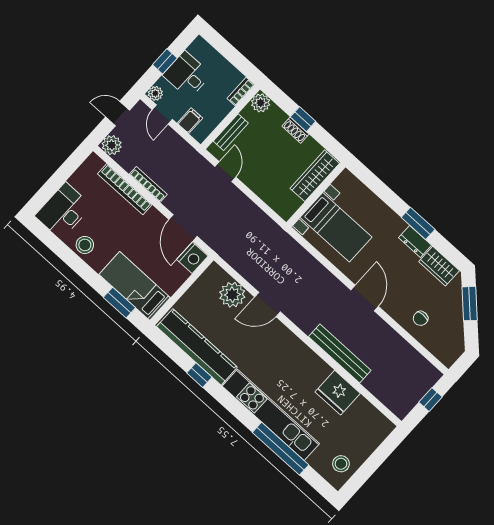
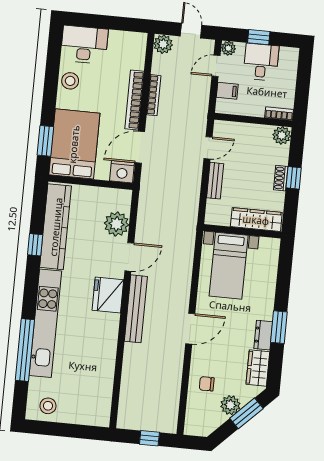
bench: (231, 132) -> (215, 181), moved, turned 90
bookcase: (125, 189) -> (134, 100), moved
bed: (135, 286) -> (74, 144), width x1.50
door: (267, 304) -> (129, 257), swing flipped
plant: (453, 312) -> (230, 405), added
bench: (340, 354) -> (136, 309), moved
fridge: (338, 393) -> (108, 295), moved

